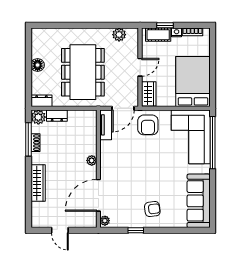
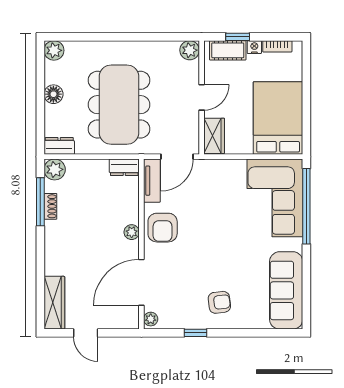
plant: (38, 35) -> (54, 50), added
plant: (119, 35) -> (190, 50), moved
dresser: (57, 116) -> (124, 167), moved
armchair: (148, 125) -> (163, 228), moved
wardrobe: (38, 183) -> (54, 303), moved

